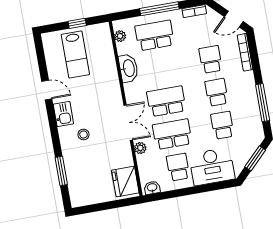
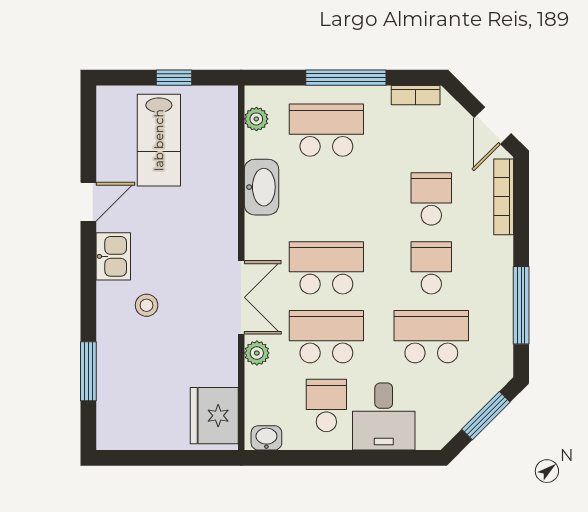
door: (234, 19) -> (493, 126), hinge flipped
door: (47, 90) -> (88, 202), hinge flipped
school desk: (222, 125) -> (431, 337), width x1.85
desk: (212, 167) -> (384, 417), width x0.73

